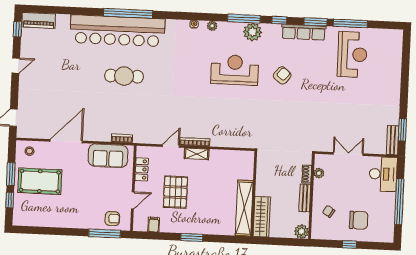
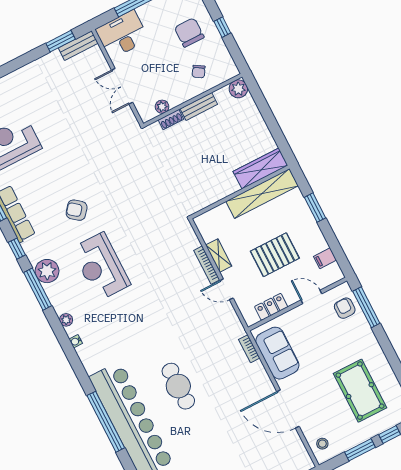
pool table: (40, 181) -> (360, 391), moved
wall: (254, 194) -> (240, 192), moved
shelving: (244, 208) -> (262, 194), moved
wardrobe: (262, 217) -> (260, 168), moved

